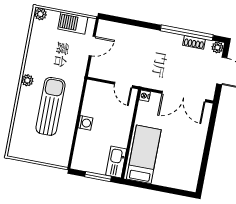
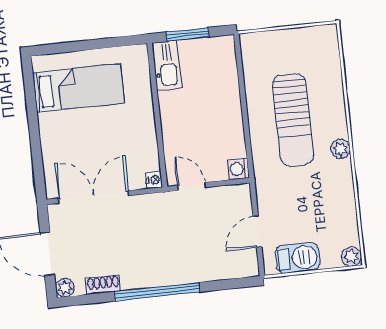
window: (187, 33) -> (157, 292), moved
washing machine: (85, 123) -> (238, 169), moved
bed: (144, 154) -> (78, 88), moved, turned -90

